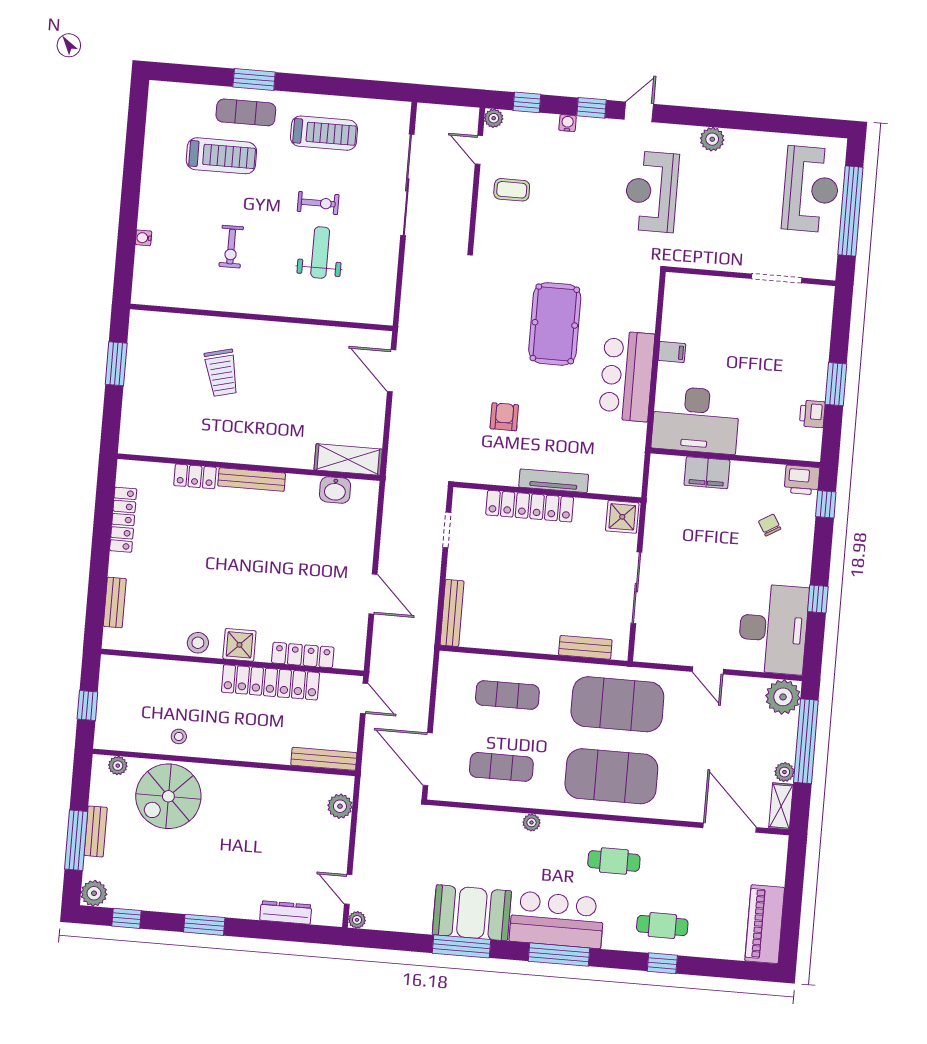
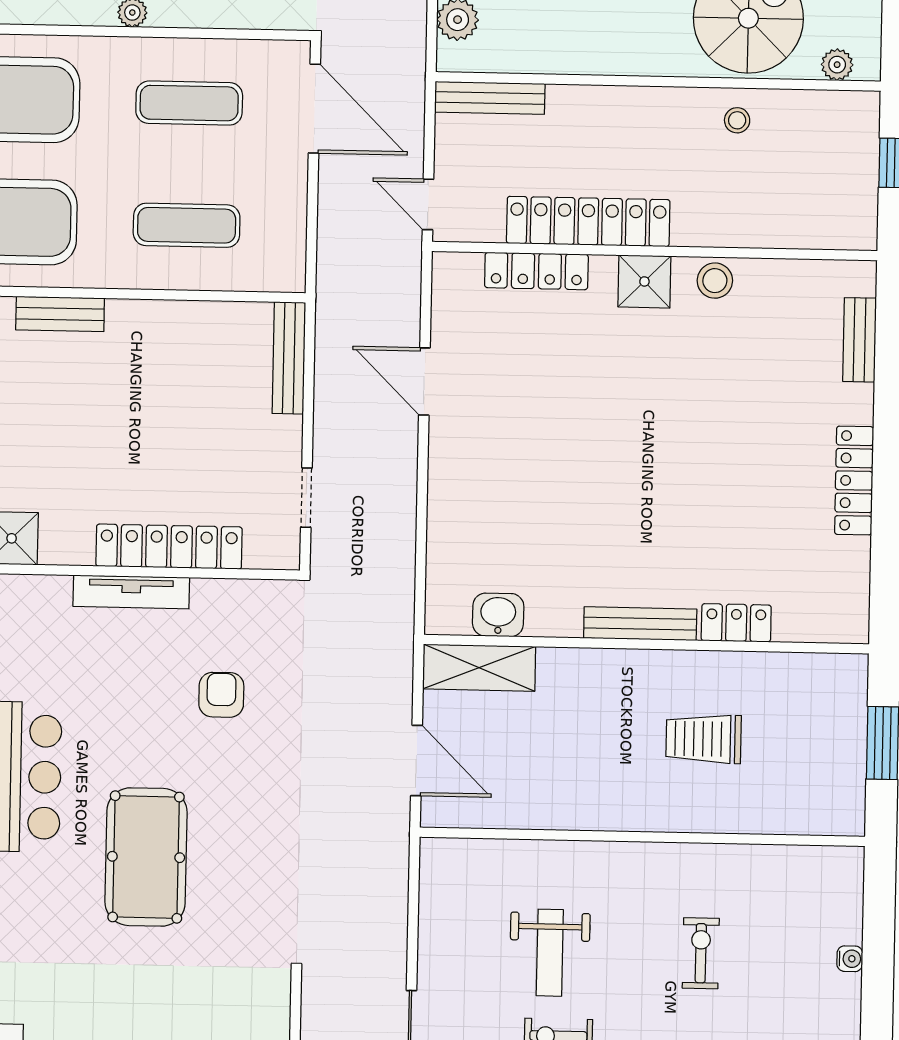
trolley: (222, 373) -> (704, 739), turned -76
armchair: (504, 417) -> (221, 695), turned 180
shelving: (348, 460) -> (479, 668), moved
wall: (249, 467) -> (646, 644), moved
locker: (195, 476) -> (736, 623), moved
bench: (252, 480) -> (640, 624), moved
washbasin: (335, 490) -> (498, 615), moved

